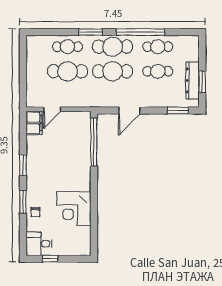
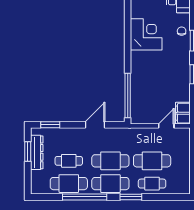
cafe table: (158, 47) -> (69, 184), width x1.37, depth x1.35

